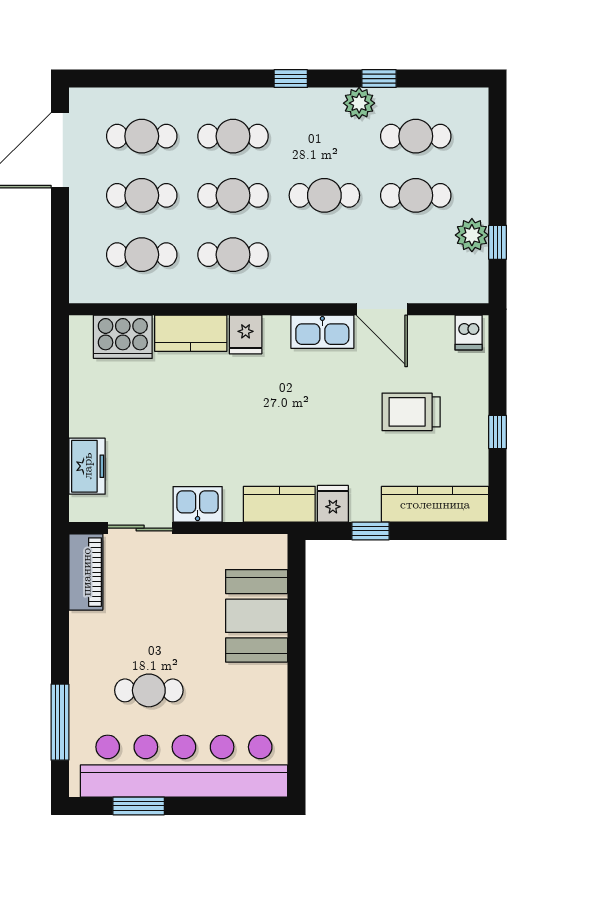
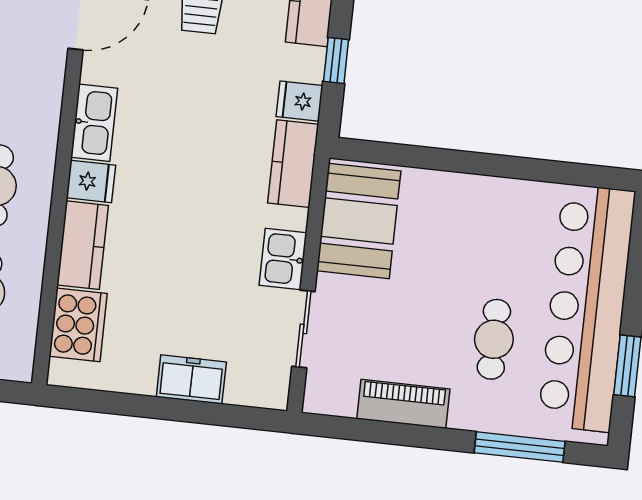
kitchen sink: (322, 332) -> (94, 123), moved
freezer: (87, 466) -> (191, 379), moved
piano: (86, 572) -> (403, 404), moved
booth: (257, 616) -> (359, 221), moved, turned 90

